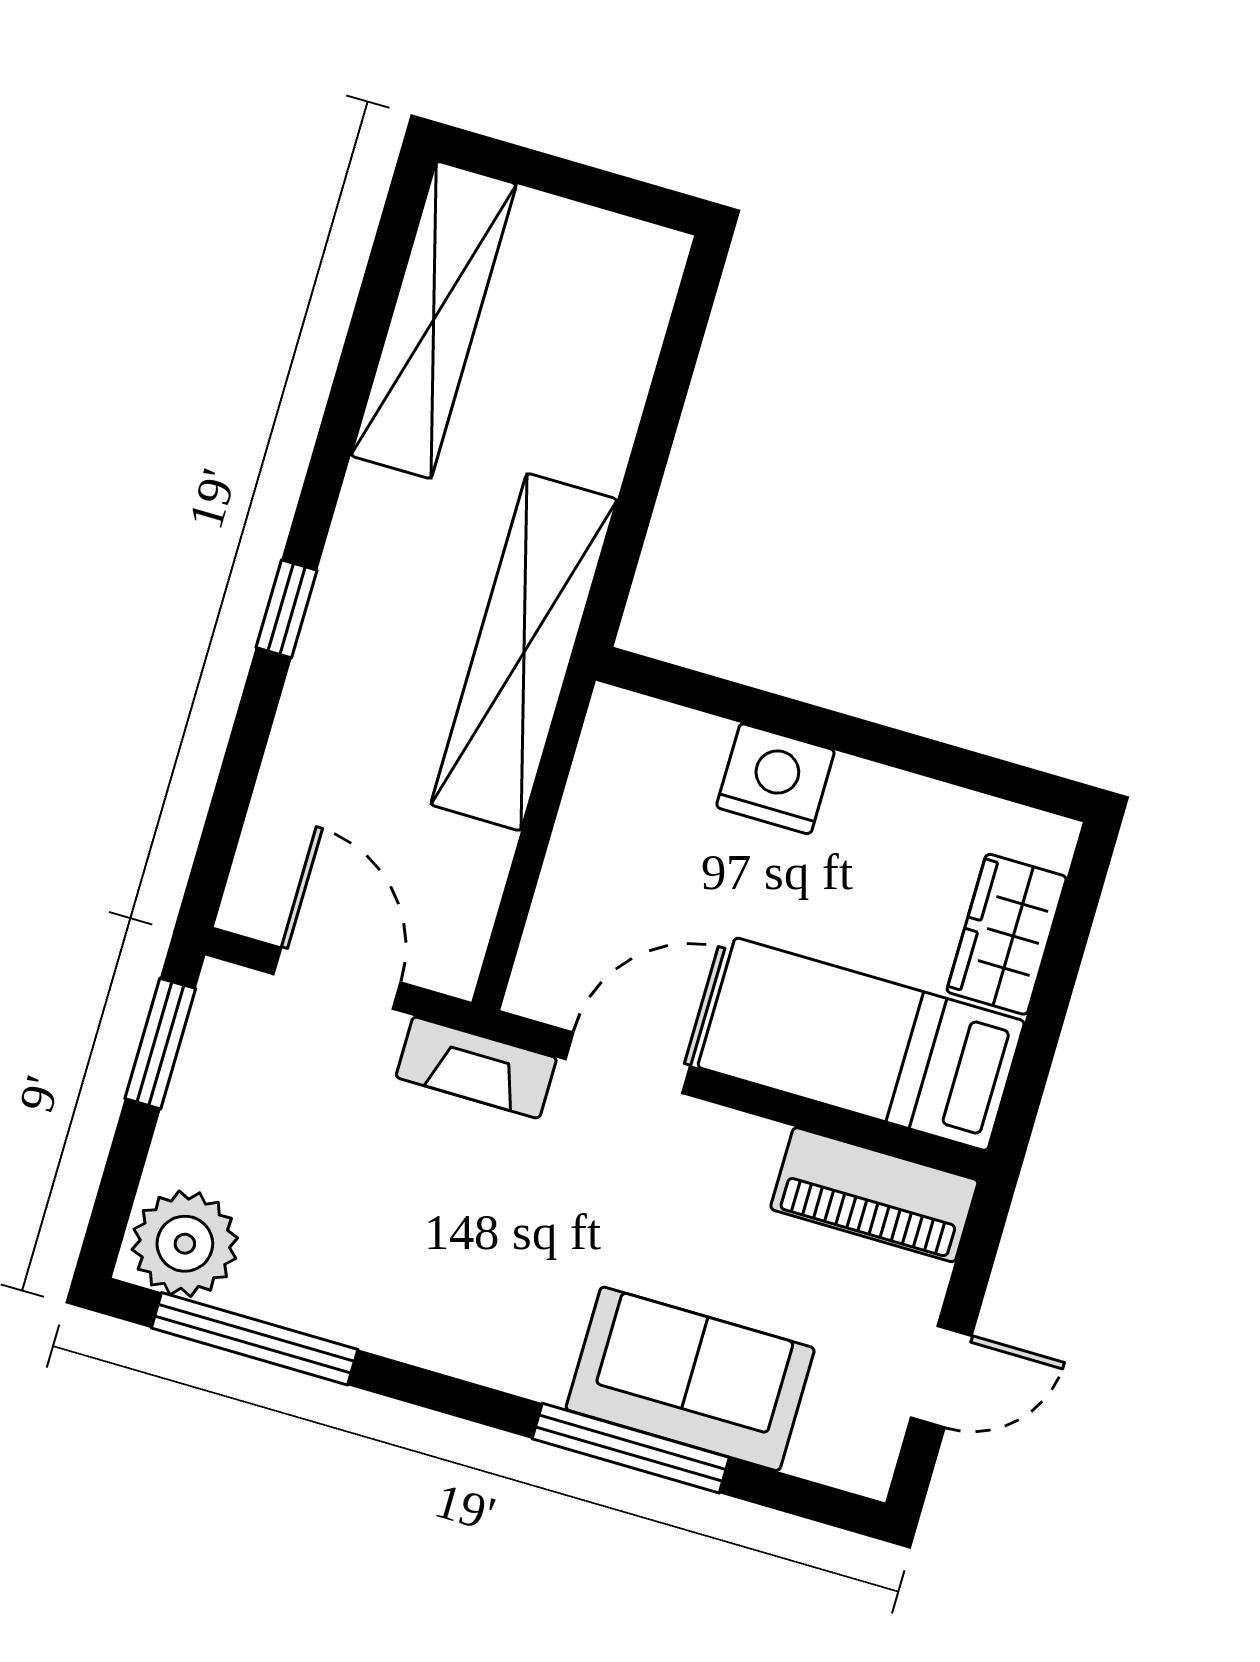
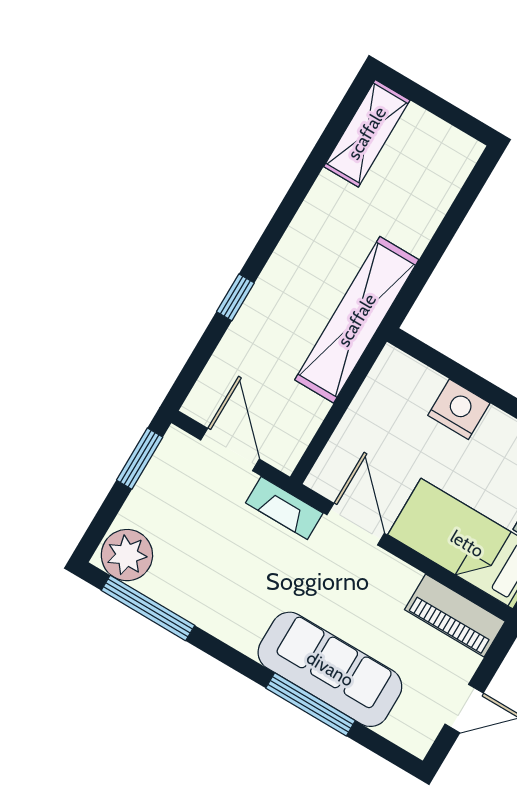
shelving: (434, 320) -> (367, 133), width x0.68
window: (287, 609) -> (235, 297), moved
door: (628, 1063) -> (356, 524), hinge flipped
sofa: (690, 1379) -> (330, 669), width x1.36

